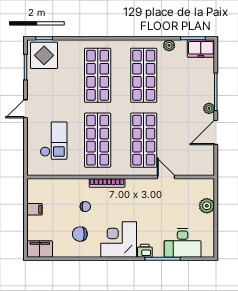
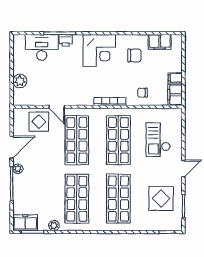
display table: (44, 55) -> (161, 199), moved
display table: (186, 161) -> (39, 122), added
filing cabinet: (35, 190) -> (175, 95), added
chair: (85, 207) -> (143, 93), moved
filing cabinet: (40, 249) -> (160, 42), moved
printer: (145, 251) -> (66, 40), moved

